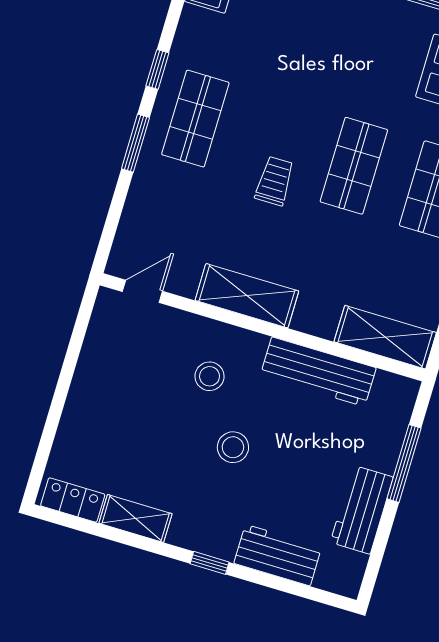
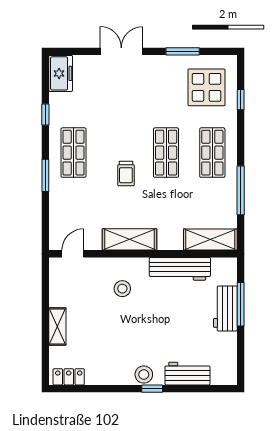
window: (157, 69) -> (45, 115), moved
trolley: (275, 181) -> (126, 173), turned 180
stool: (233, 447) -> (144, 375), moved
workbench: (362, 510) -> (225, 308), moved
shelving: (136, 518) -> (57, 326), moved, turned 90

